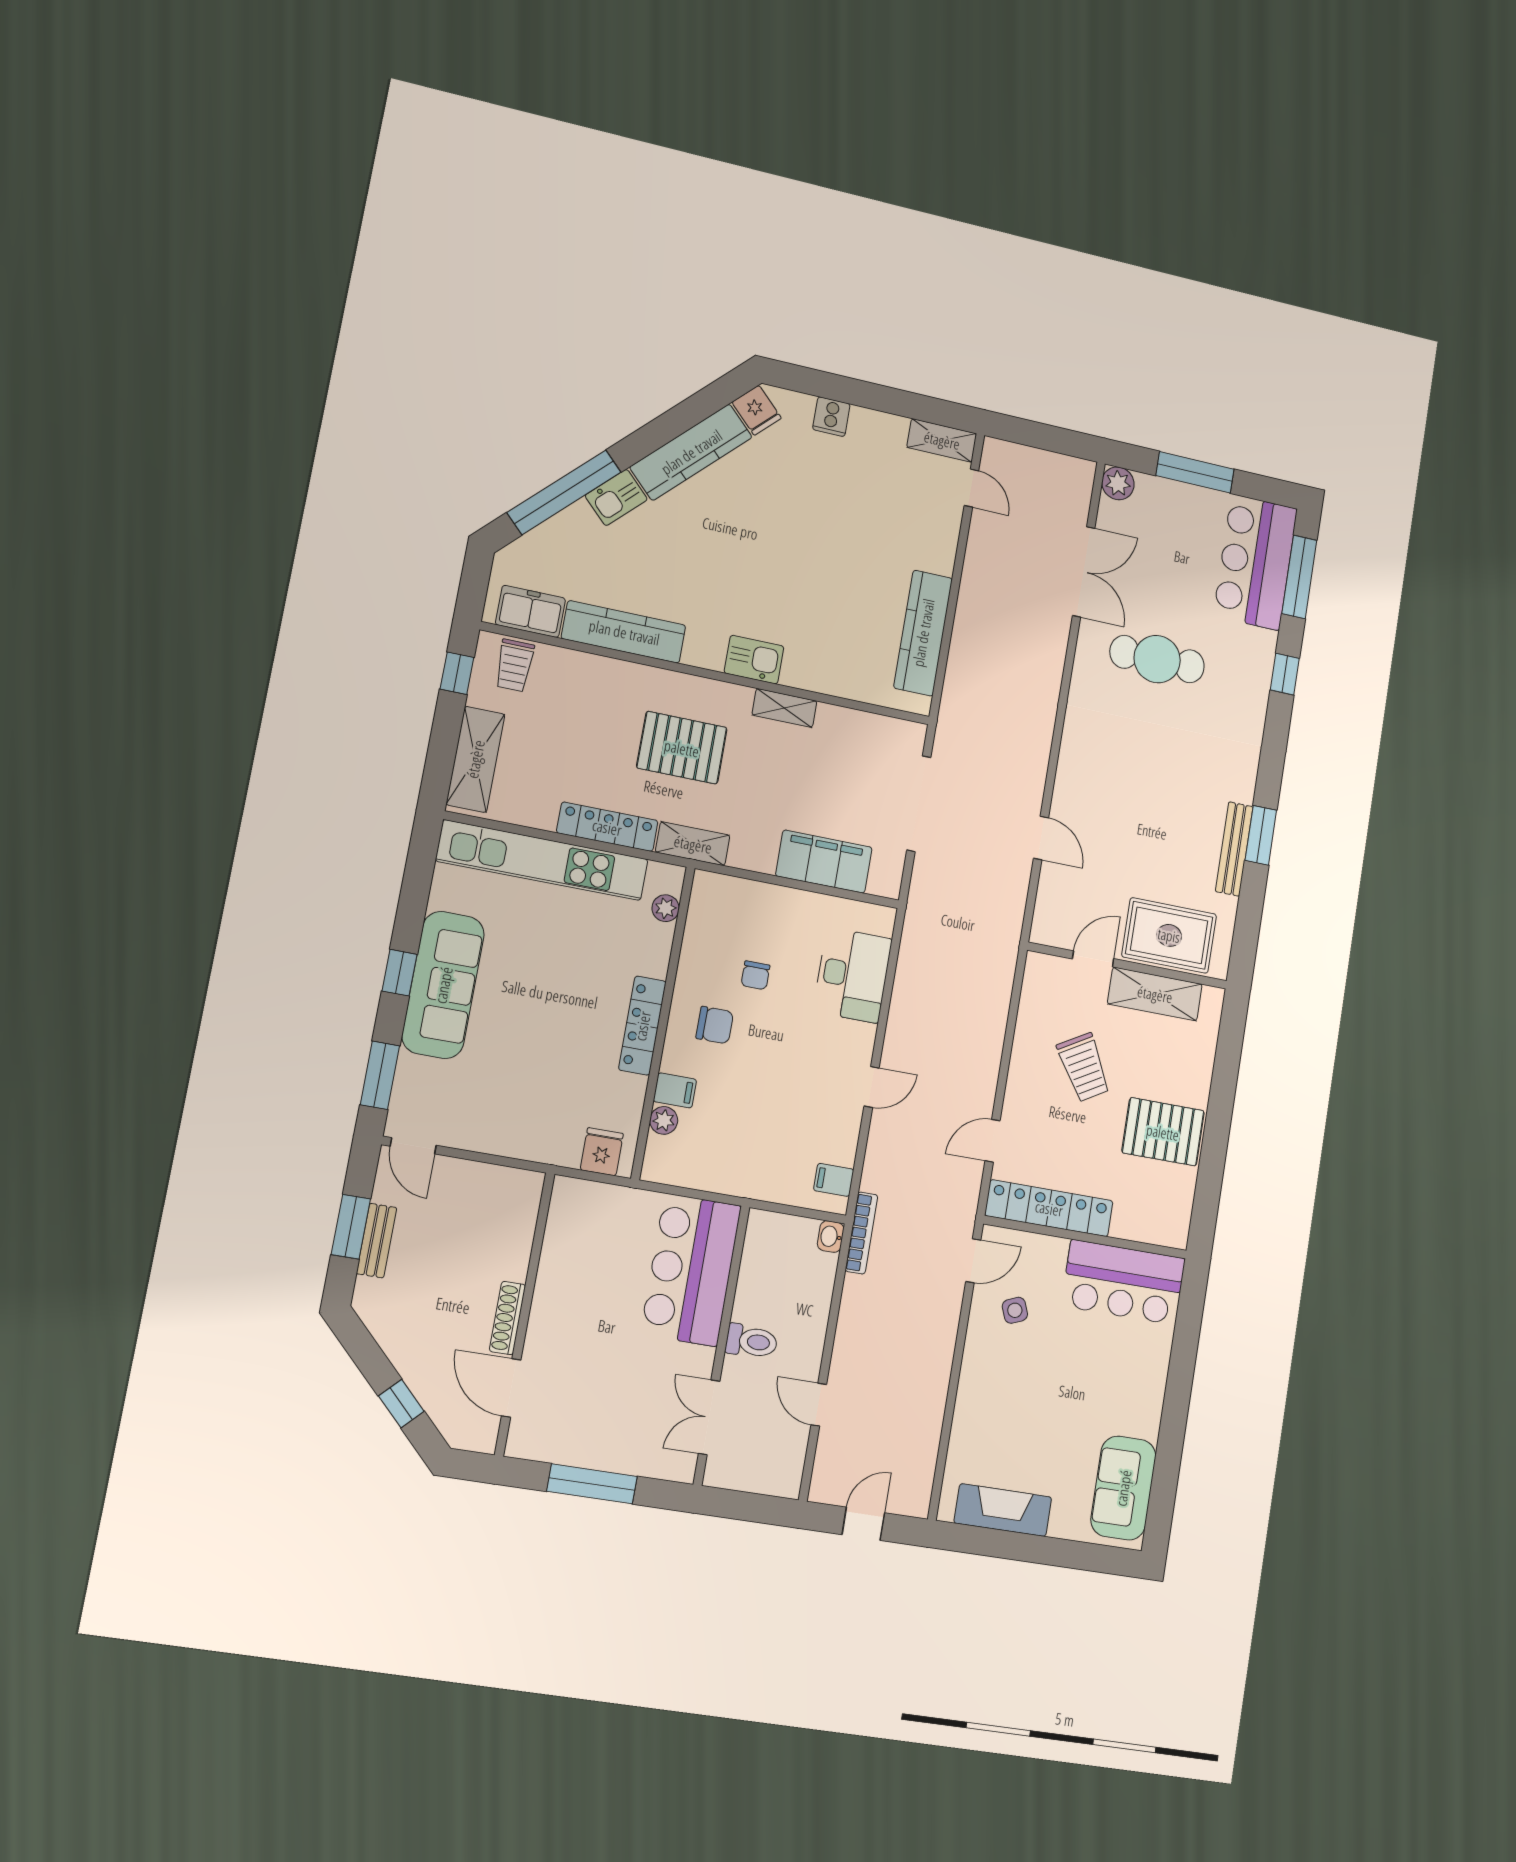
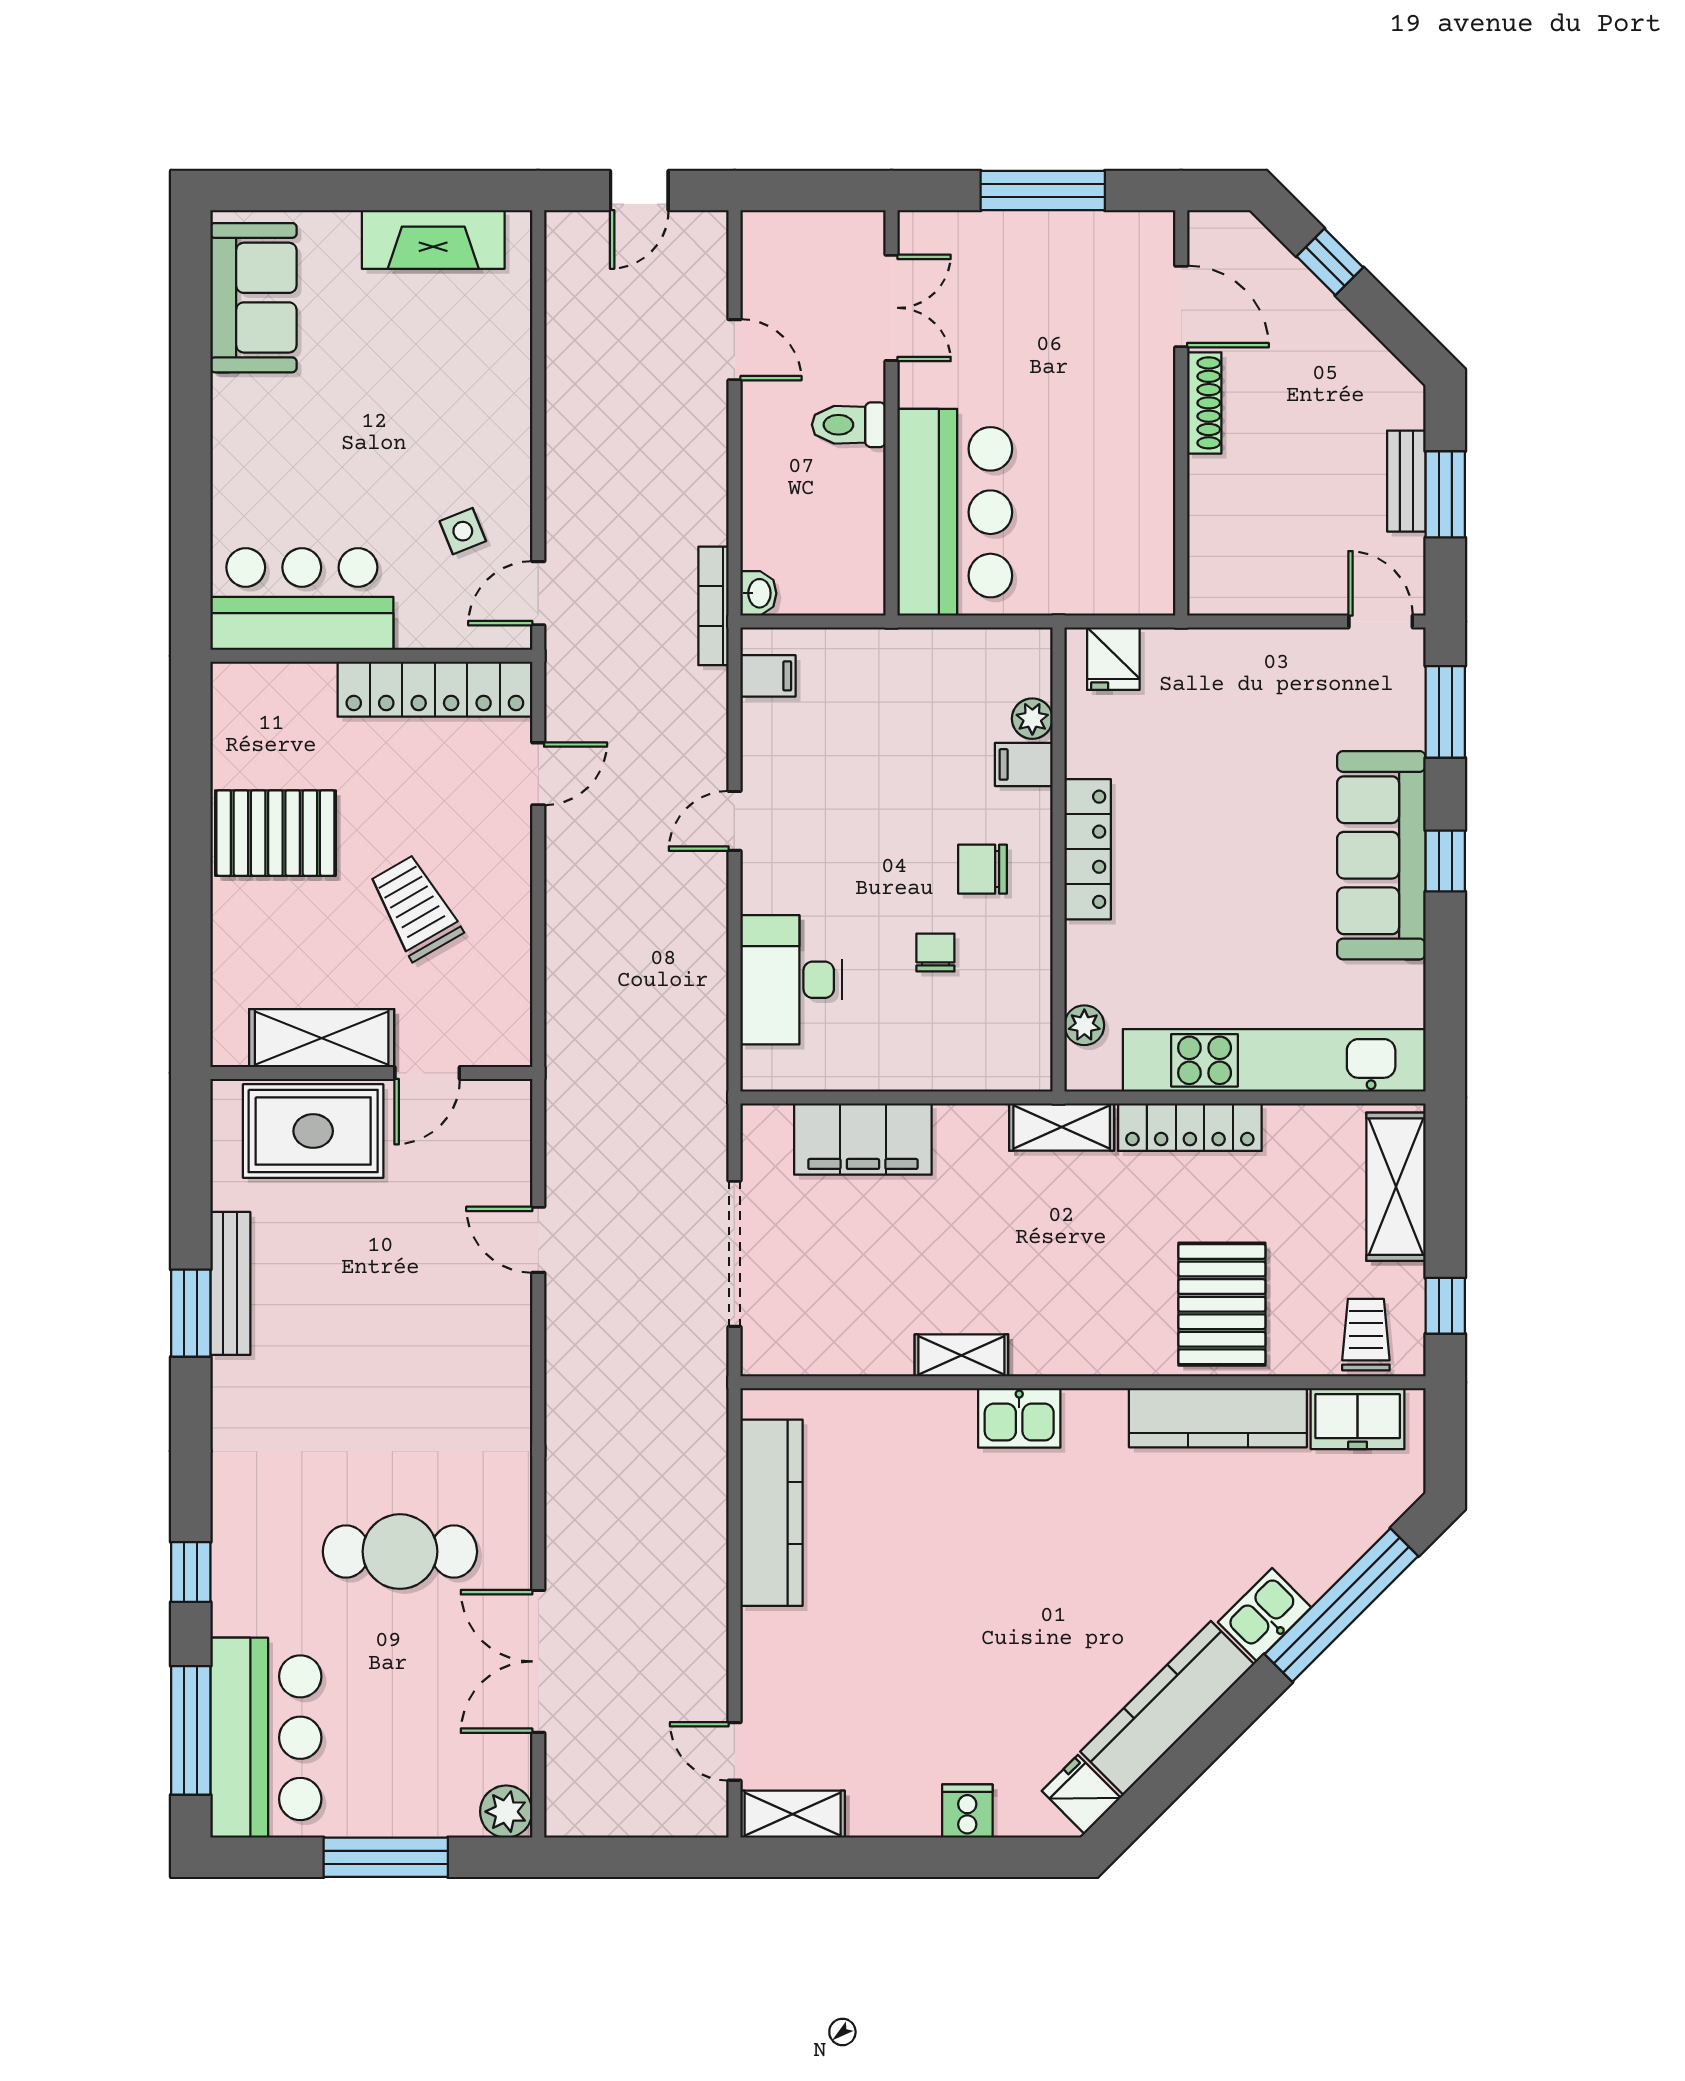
pallet: (682, 748) -> (1222, 1304), moved, turned 90

